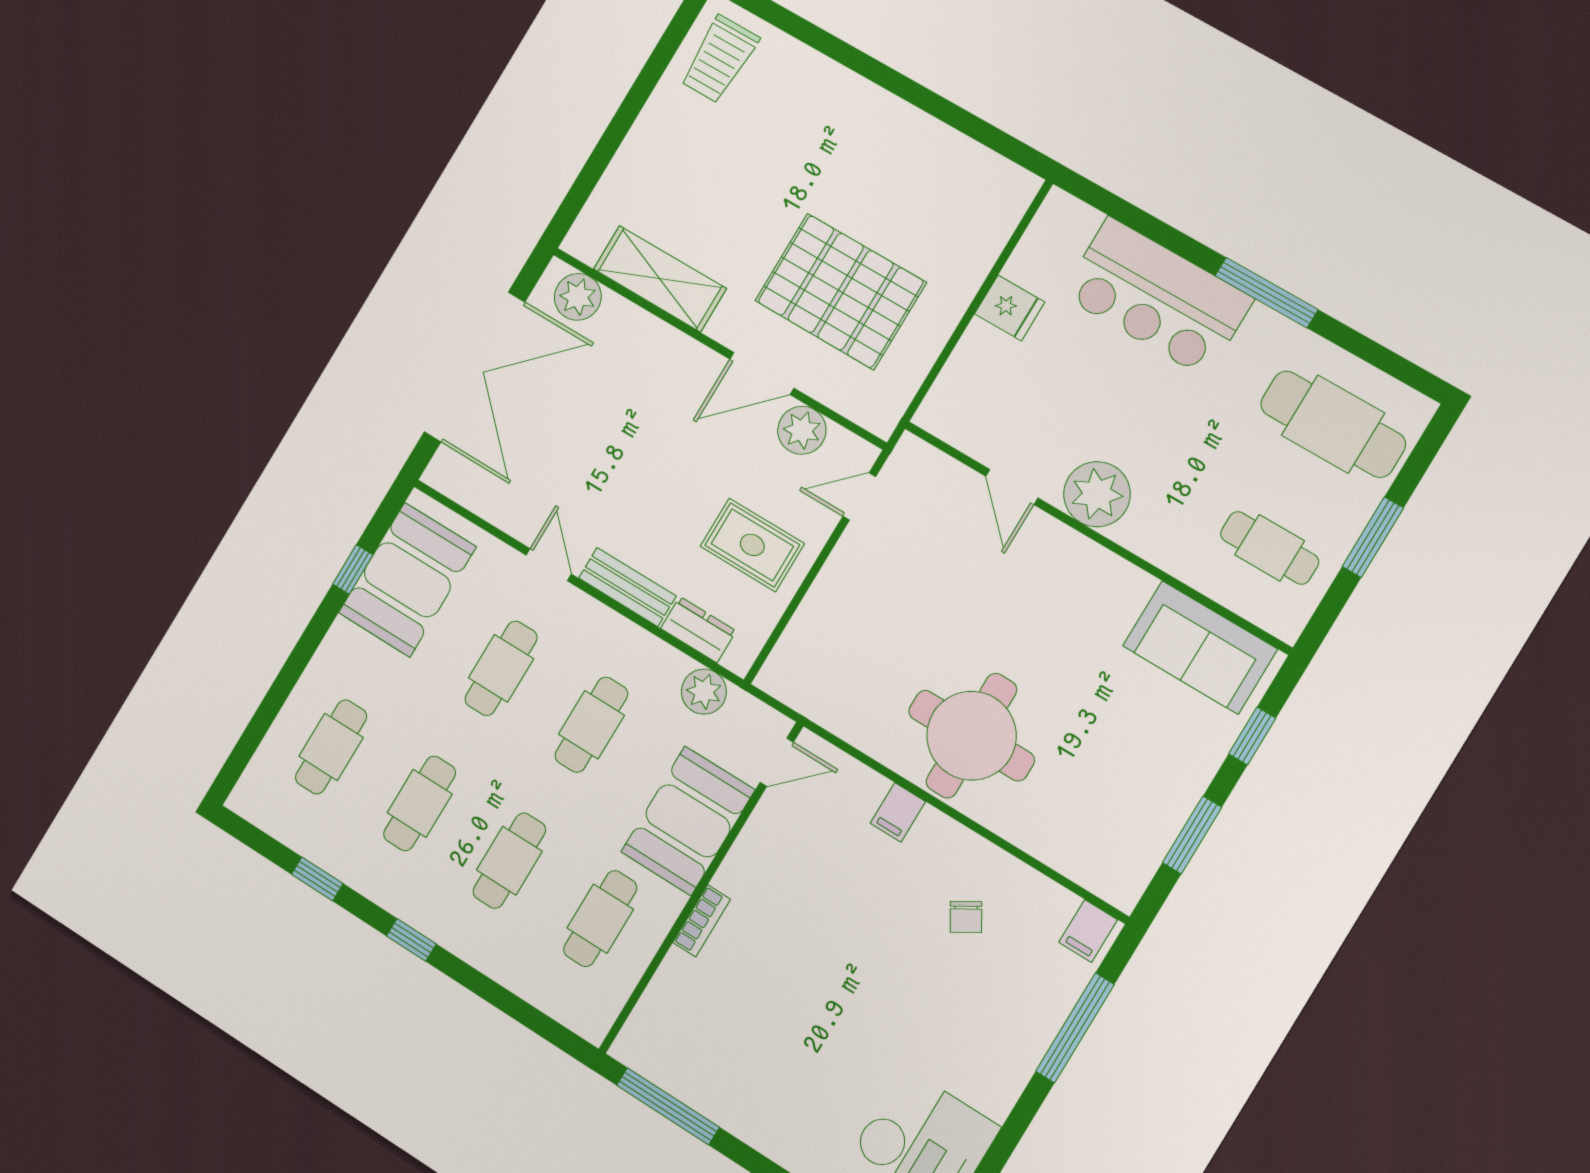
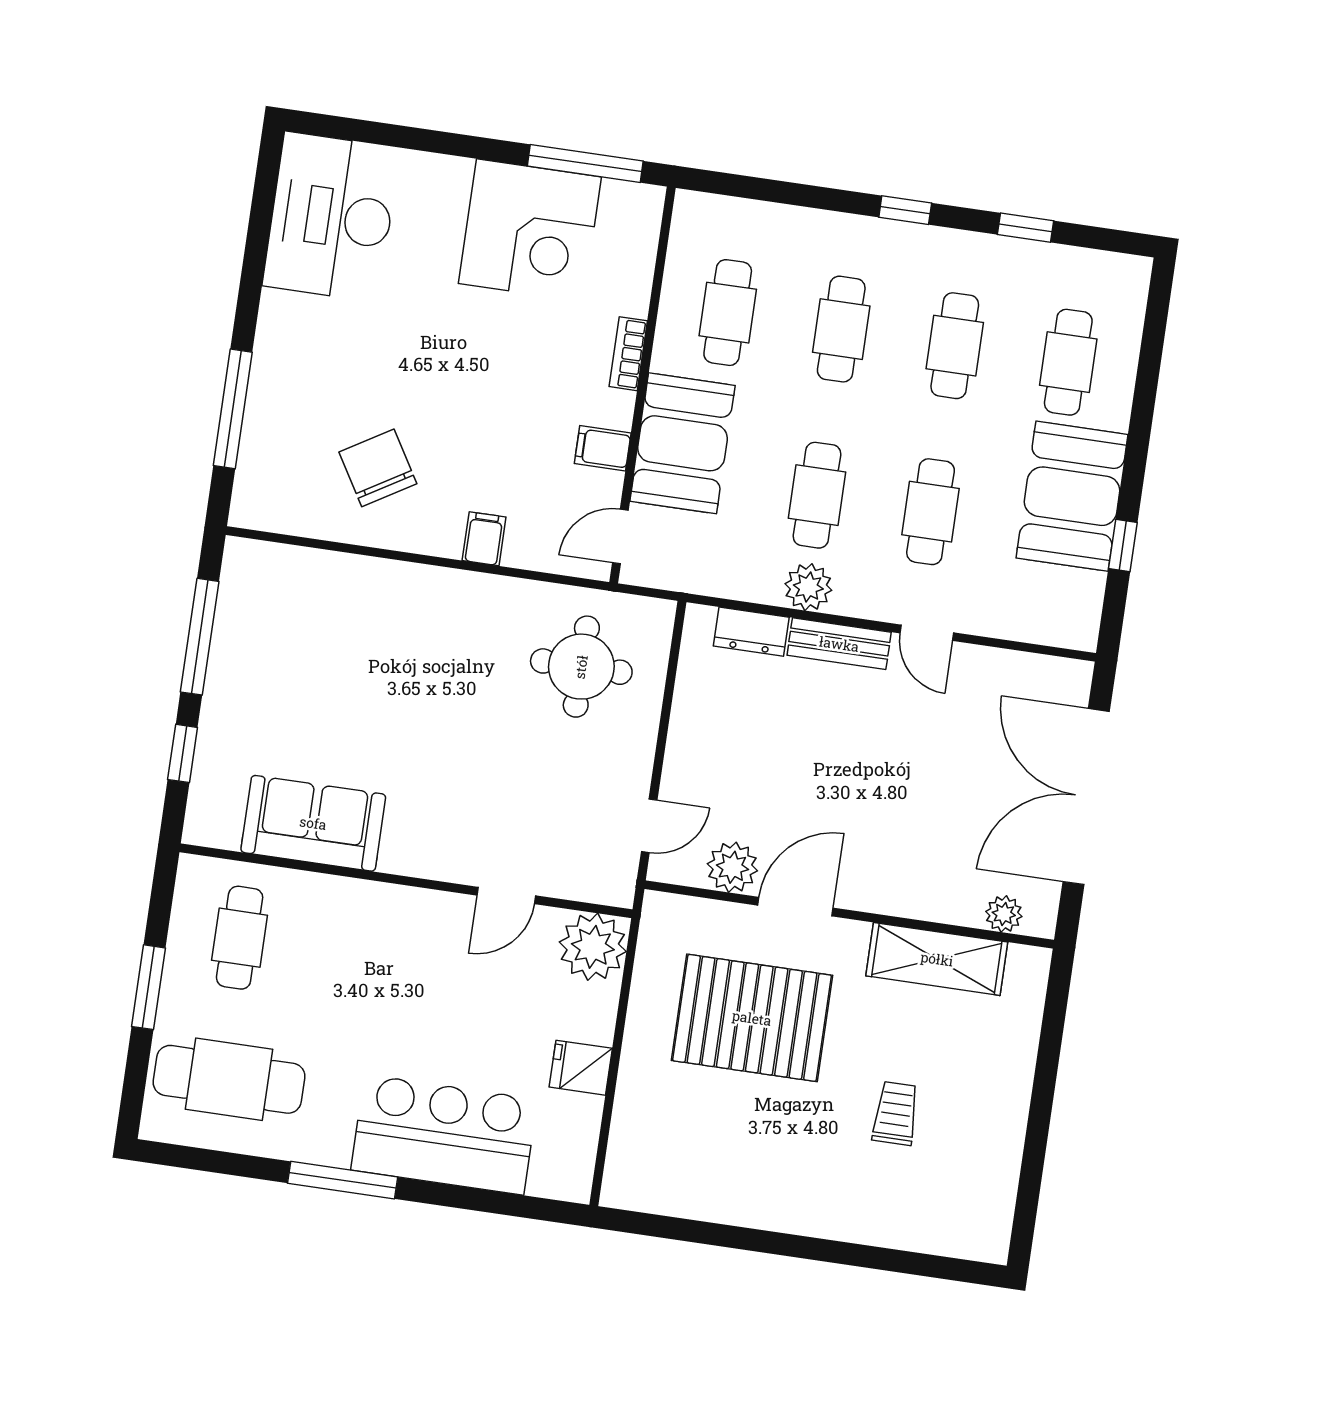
trolley: (719, 59) -> (896, 1113), moved, width x0.73, depth x0.72
plant: (578, 297) -> (1004, 914), width x0.73, depth x0.73
door: (1012, 487) -> (506, 895), swing flipped
plant: (1097, 494) -> (593, 947), moved
rug: (752, 545) -> (734, 736), removed
cafe table: (1270, 548) -> (240, 938), turned 90
booth: (407, 580) -> (1072, 496), moved
sofa: (1200, 647) -> (313, 823), moved
plant: (704, 692) -> (808, 587), moved
round table: (971, 736) -> (581, 667), moved, width x0.73, depth x0.73
window: (1192, 835) -> (200, 637), width x1.44
chair: (966, 917) -> (378, 468), width x1.87, depth x1.87
filing cabinet: (1088, 931) -> (603, 448), moved, turned -90
corner desk: (741, 1069) -> (530, 230), added

